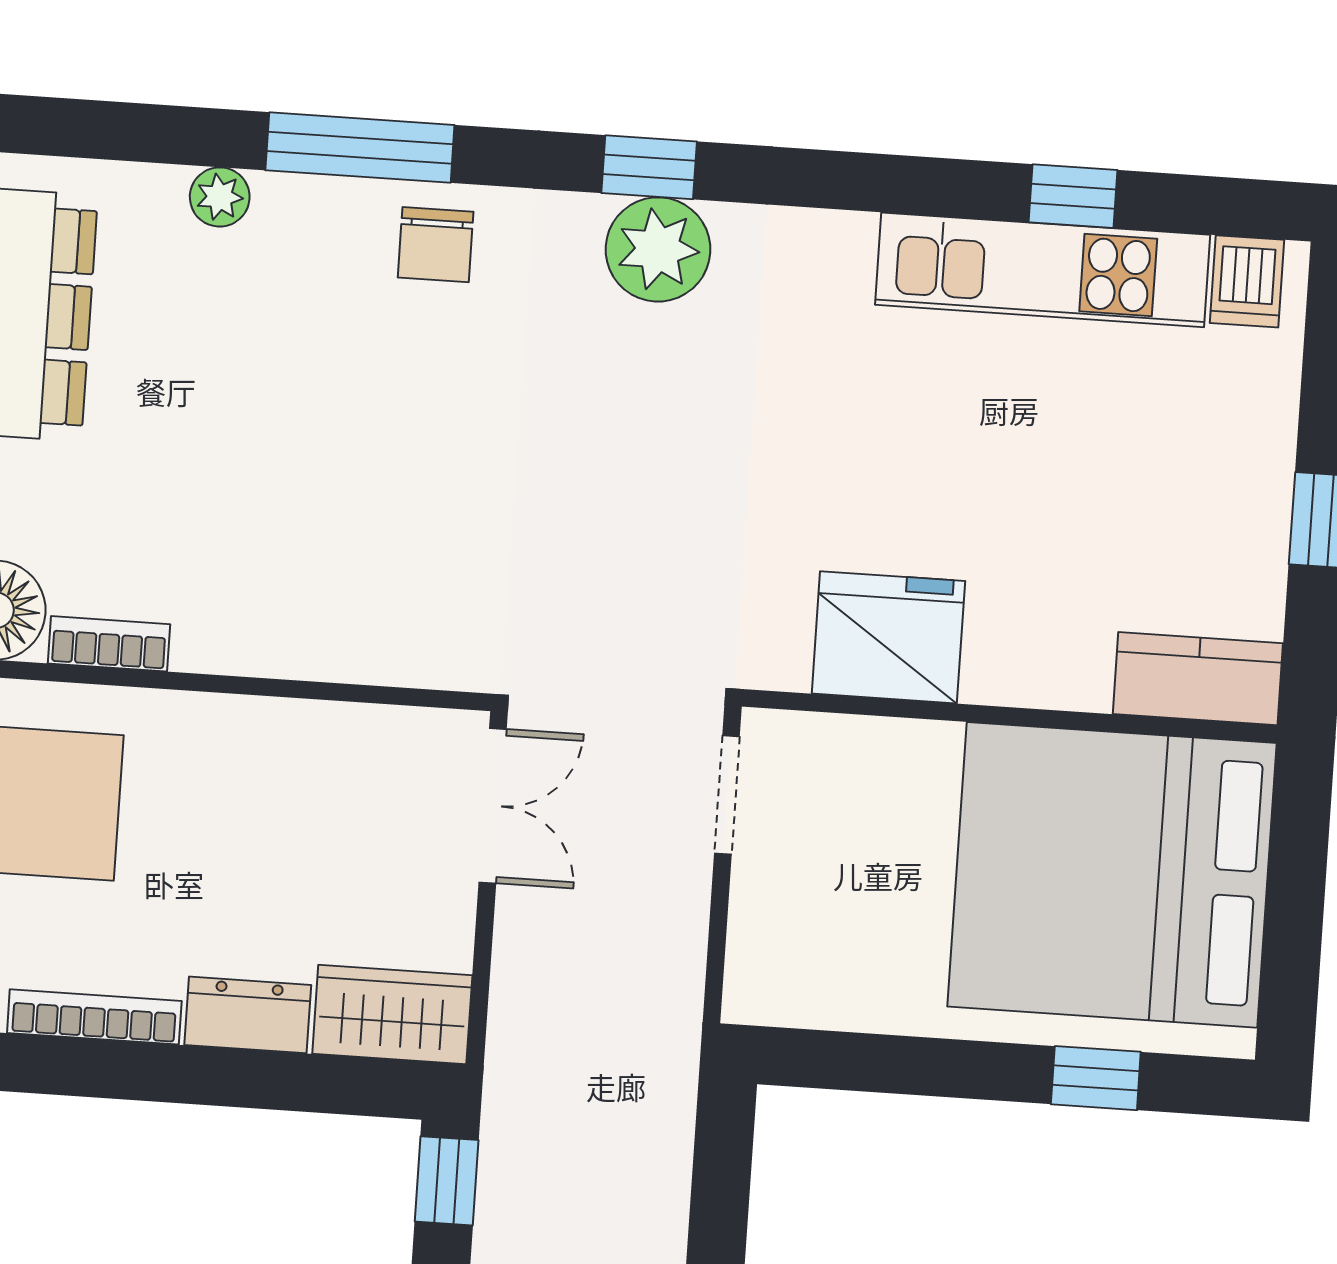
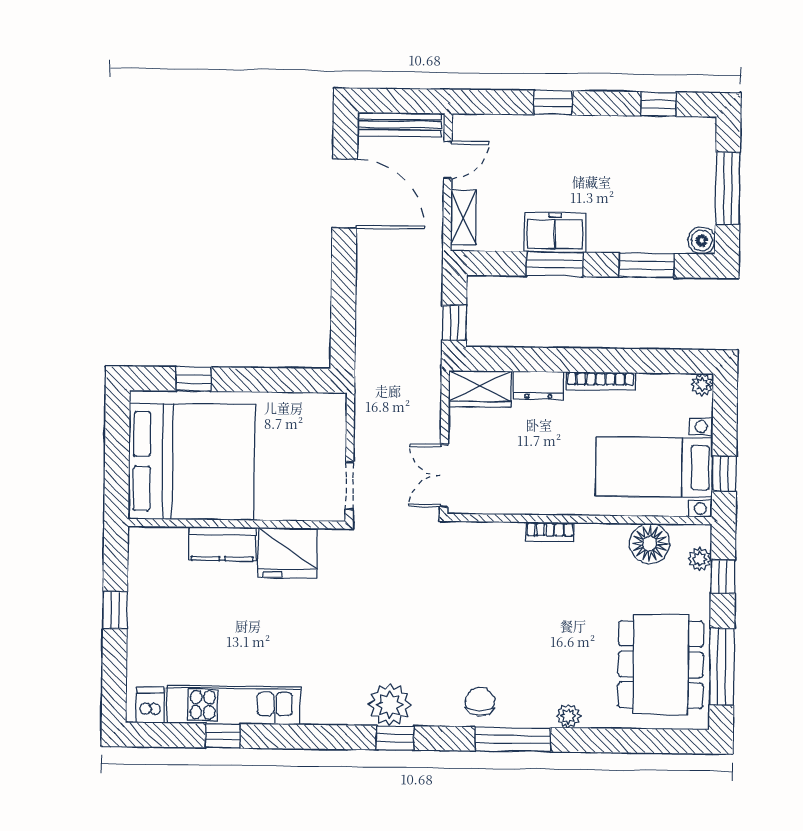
bookcase: (109, 644) -> (550, 532), moved
kitchen counter: (1198, 679) -> (222, 544), moved

